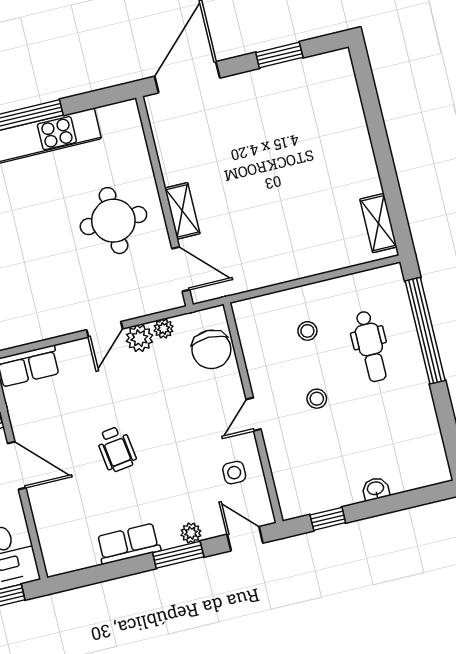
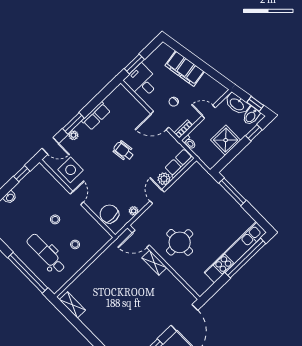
plant: (139, 338) -> (164, 179), moved
dental chair: (370, 346) -> (46, 253), width x1.36, depth x1.38
side table: (234, 473) -> (71, 170), width x1.87, depth x1.87

